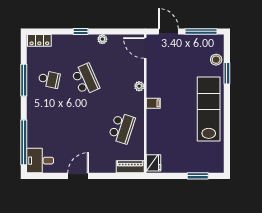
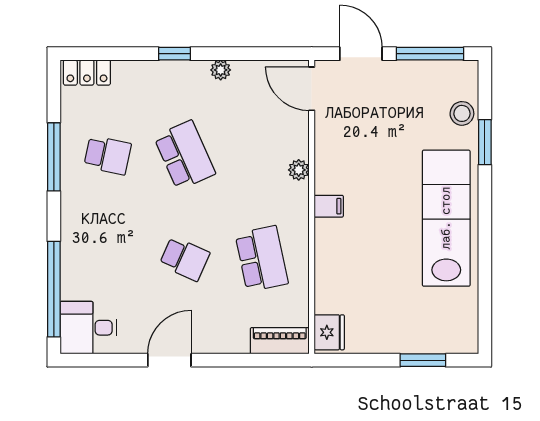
school desk: (85, 128) -> (185, 259), added
school desk: (122, 128) -> (262, 259), turned -30

